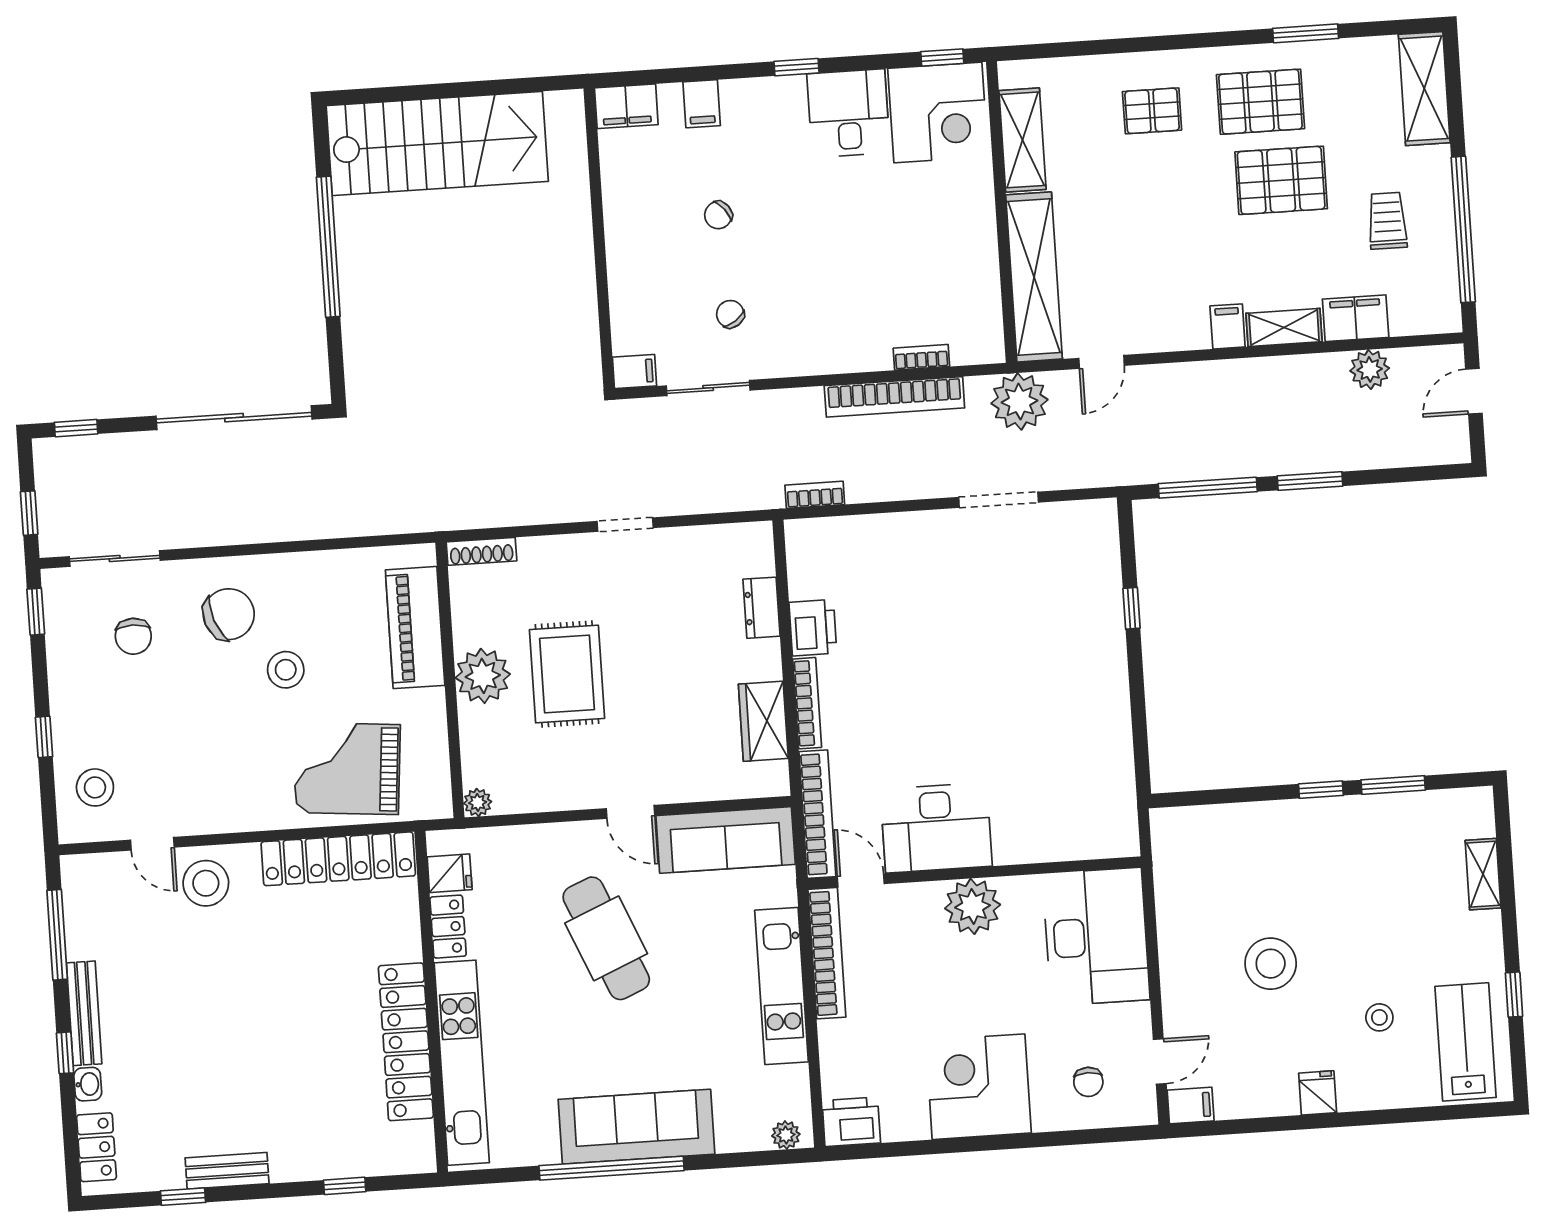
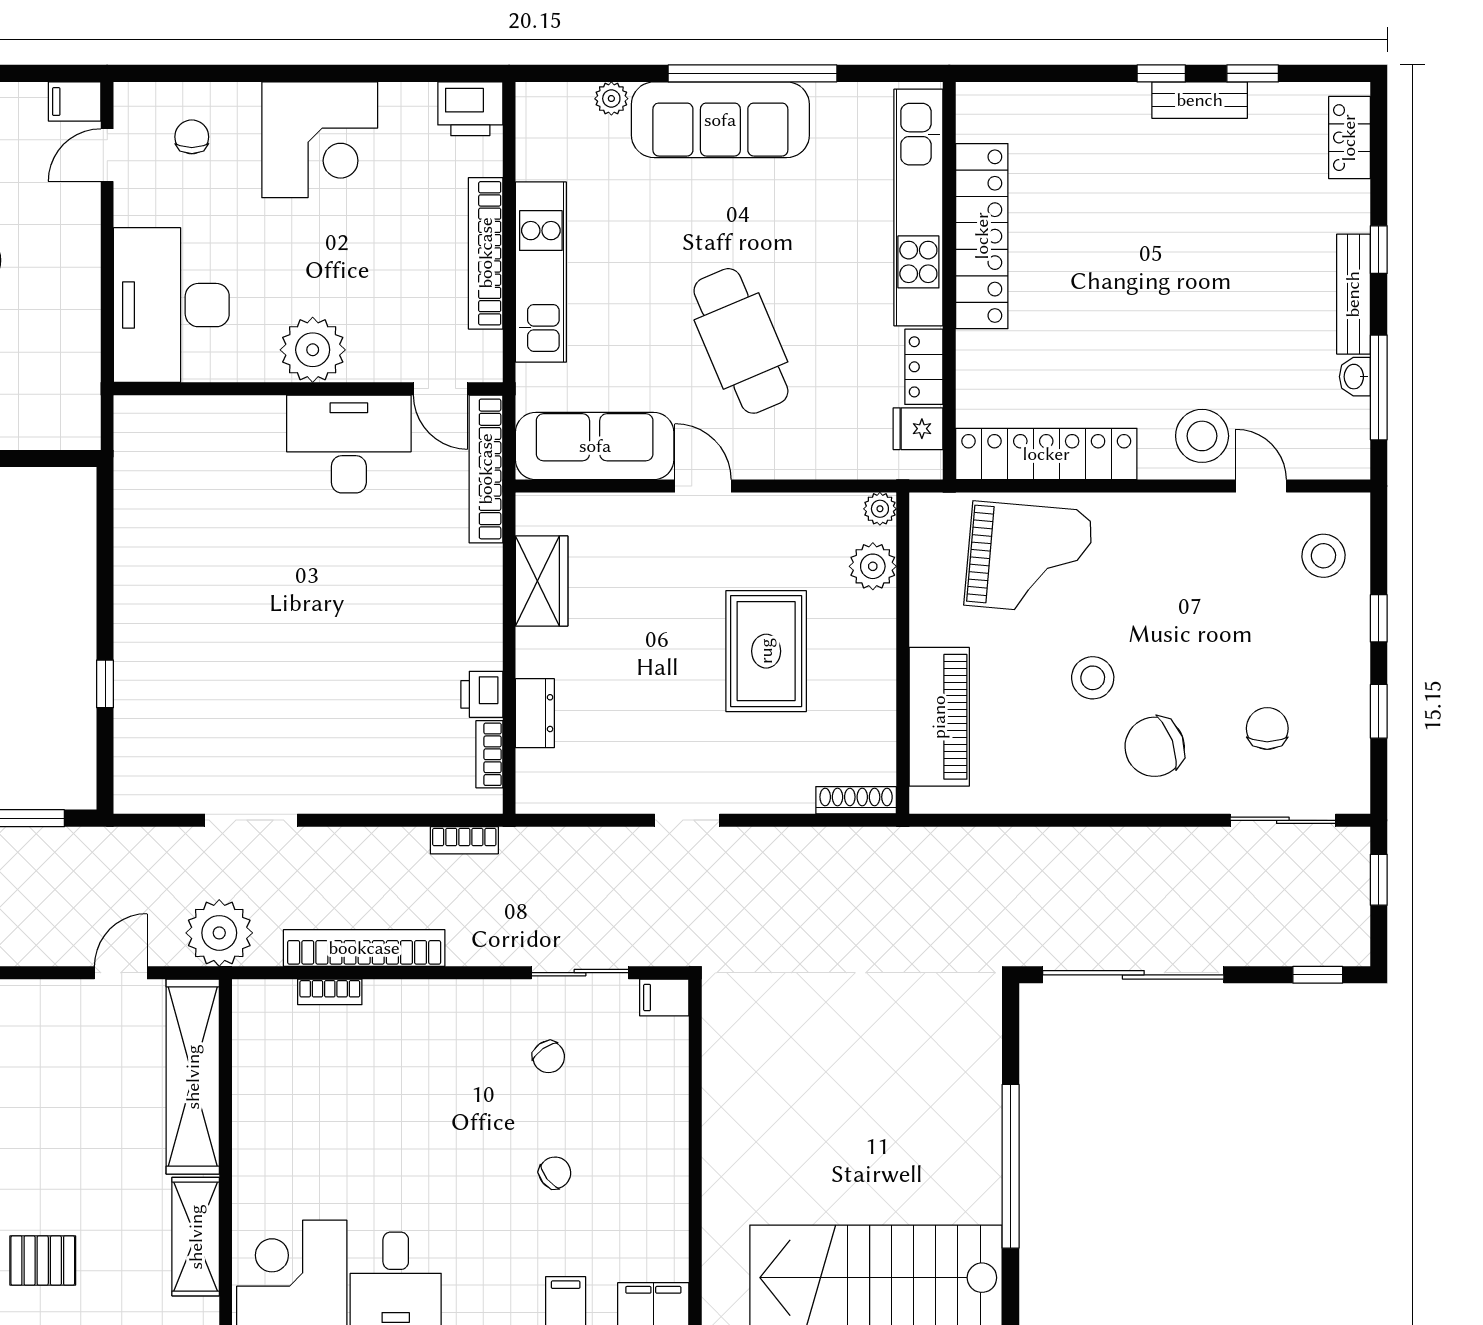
window: (36, 612) -> (1379, 711), moved
printer: (813, 628) -> (482, 694), width x0.73, depth x0.81
plant: (483, 676) -> (873, 566), moved, width x0.73, depth x0.73
bookcase: (807, 703) -> (489, 754), moved, width x0.64
bookcase: (827, 953) -> (486, 253), moved
washbasin: (88, 1084) -> (1355, 377), moved
plant: (786, 1135) -> (611, 99), moved
window: (345, 1186) -> (1161, 73), moved

